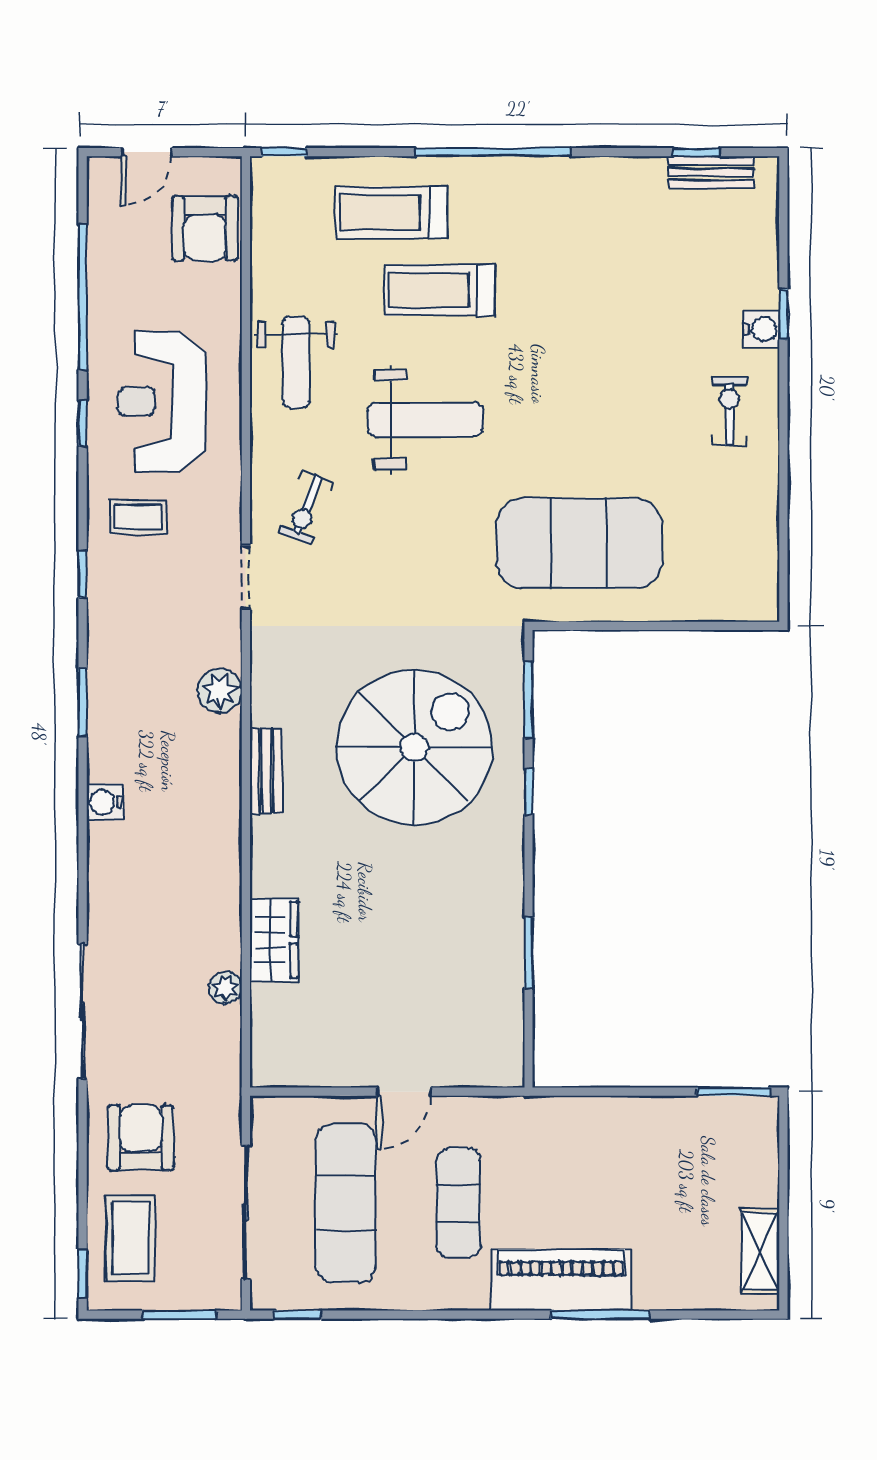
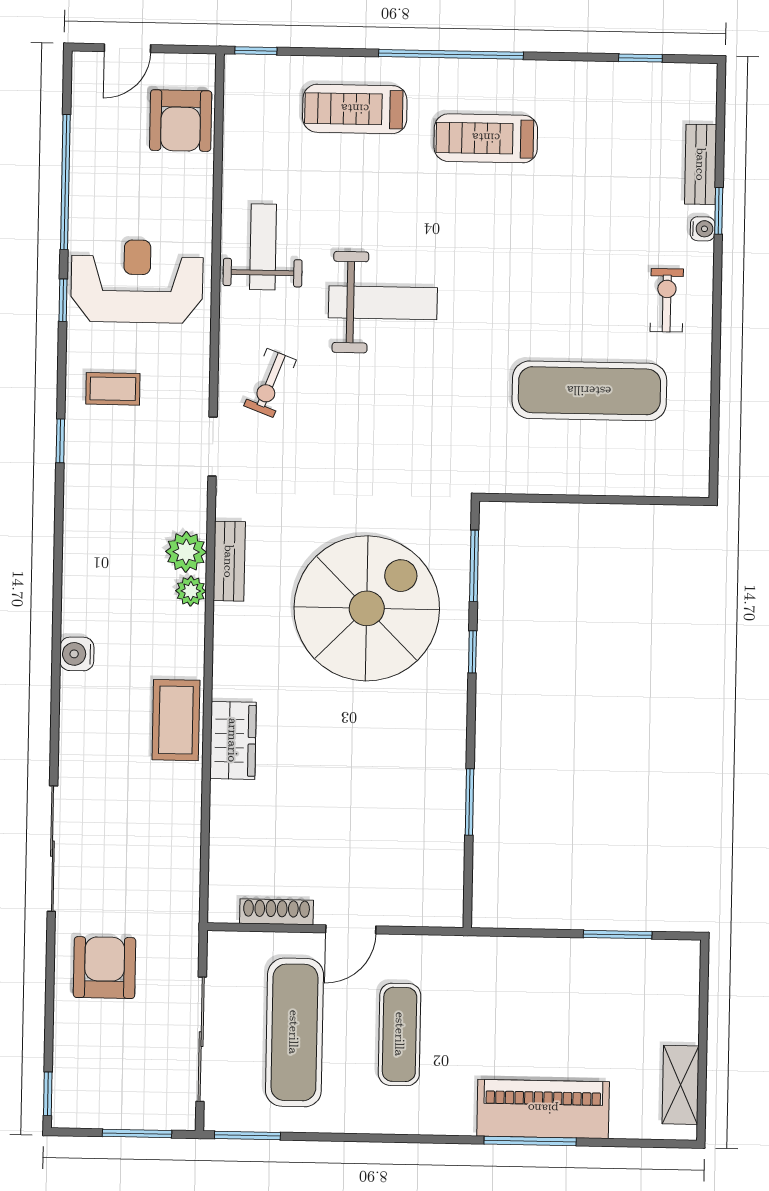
bench: (711, 172) -> (701, 164), moved, turned 90
treadmill: (439, 290) -> (486, 138), moved
water cooler: (761, 329) -> (703, 229), width x0.72, depth x0.72
weight bench: (296, 362) -> (263, 247), turned 180
reception desk: (162, 402) -> (137, 281), turned 90
exercise mat: (579, 543) -> (589, 391), moved, width x0.68
window: (83, 702) -> (58, 560), removed
bench: (266, 771) -> (229, 561), moved
wardrobe: (274, 940) -> (233, 740), moved
plant: (225, 988) -> (191, 591), moved
shoe rack: (324, 1074) -> (276, 912), added
window: (734, 1092) -> (618, 935), moved
coffee table: (130, 1238) -> (176, 720), moved
piano: (561, 1280) -> (543, 1109), moved
window: (297, 1315) -> (247, 1136), width x1.50

